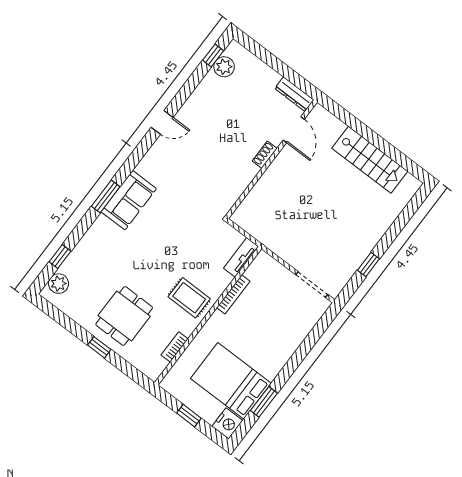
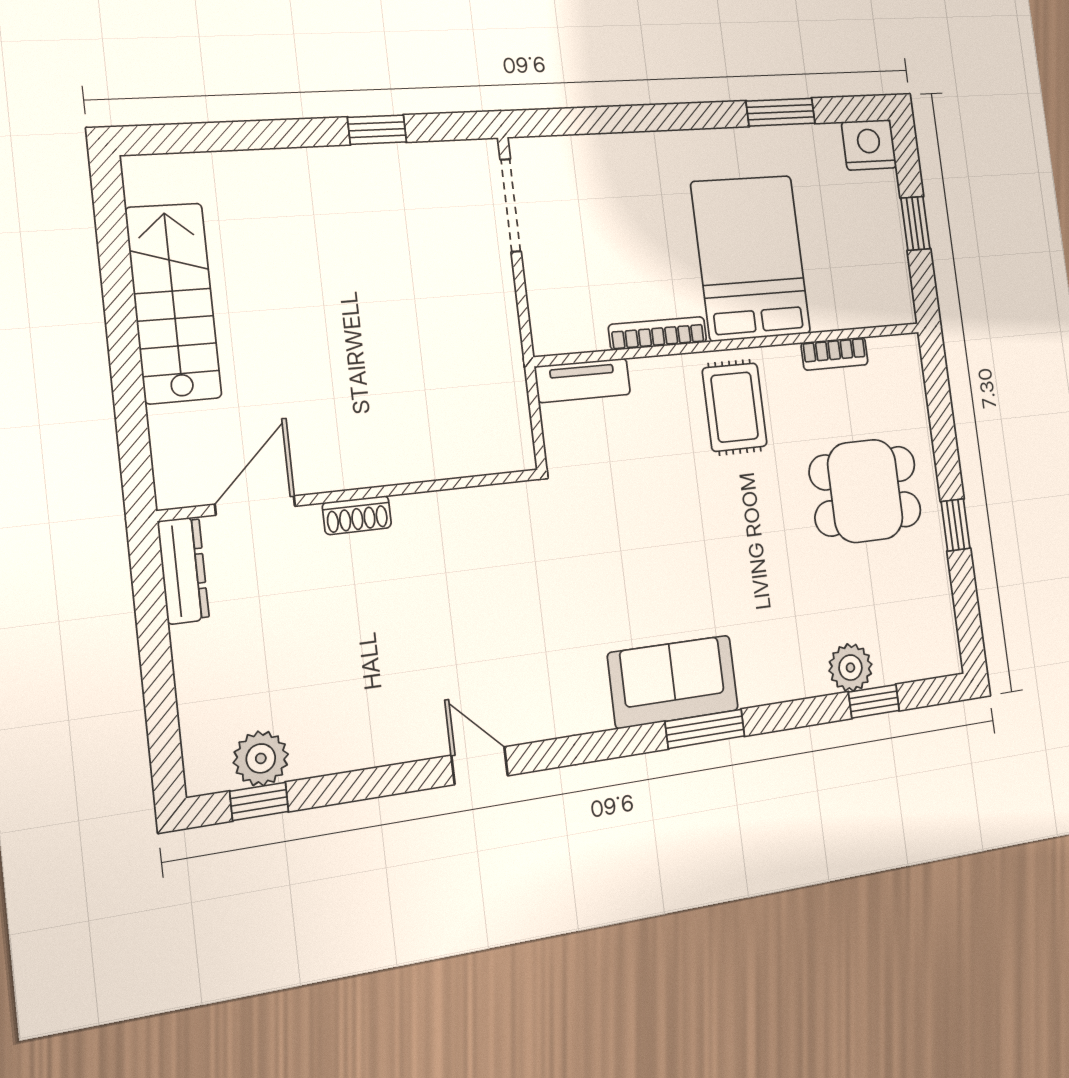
plant: (59, 284) -> (850, 668), moved
window: (99, 347) -> (955, 525), moved
bed: (231, 381) -> (751, 258), moved, turned 180

